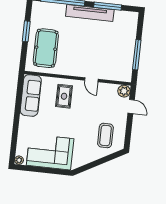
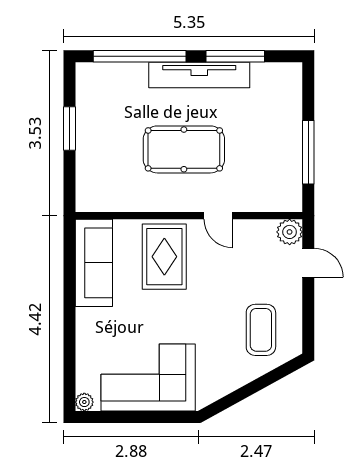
pool table: (46, 48) -> (184, 149), moved, turned 90
rug: (64, 96) -> (164, 257), width x1.36, depth x1.43

